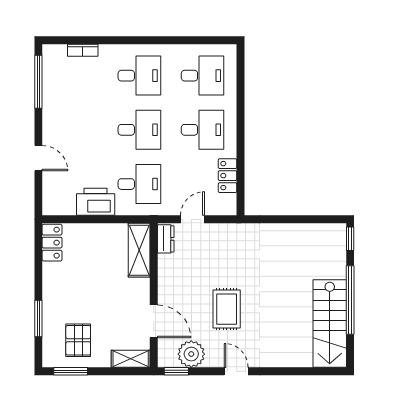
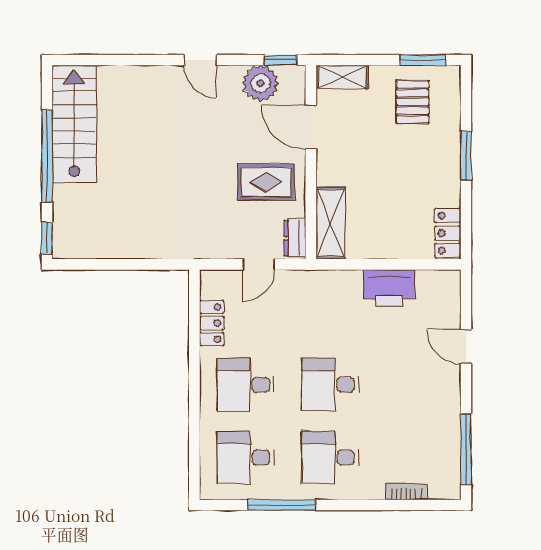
window: (175, 40) -> (282, 505), added
desk: (139, 184) -> (330, 312), removed
rug: (227, 309) -> (266, 182), moved, turned 90
window: (38, 318) -> (466, 156), moved

